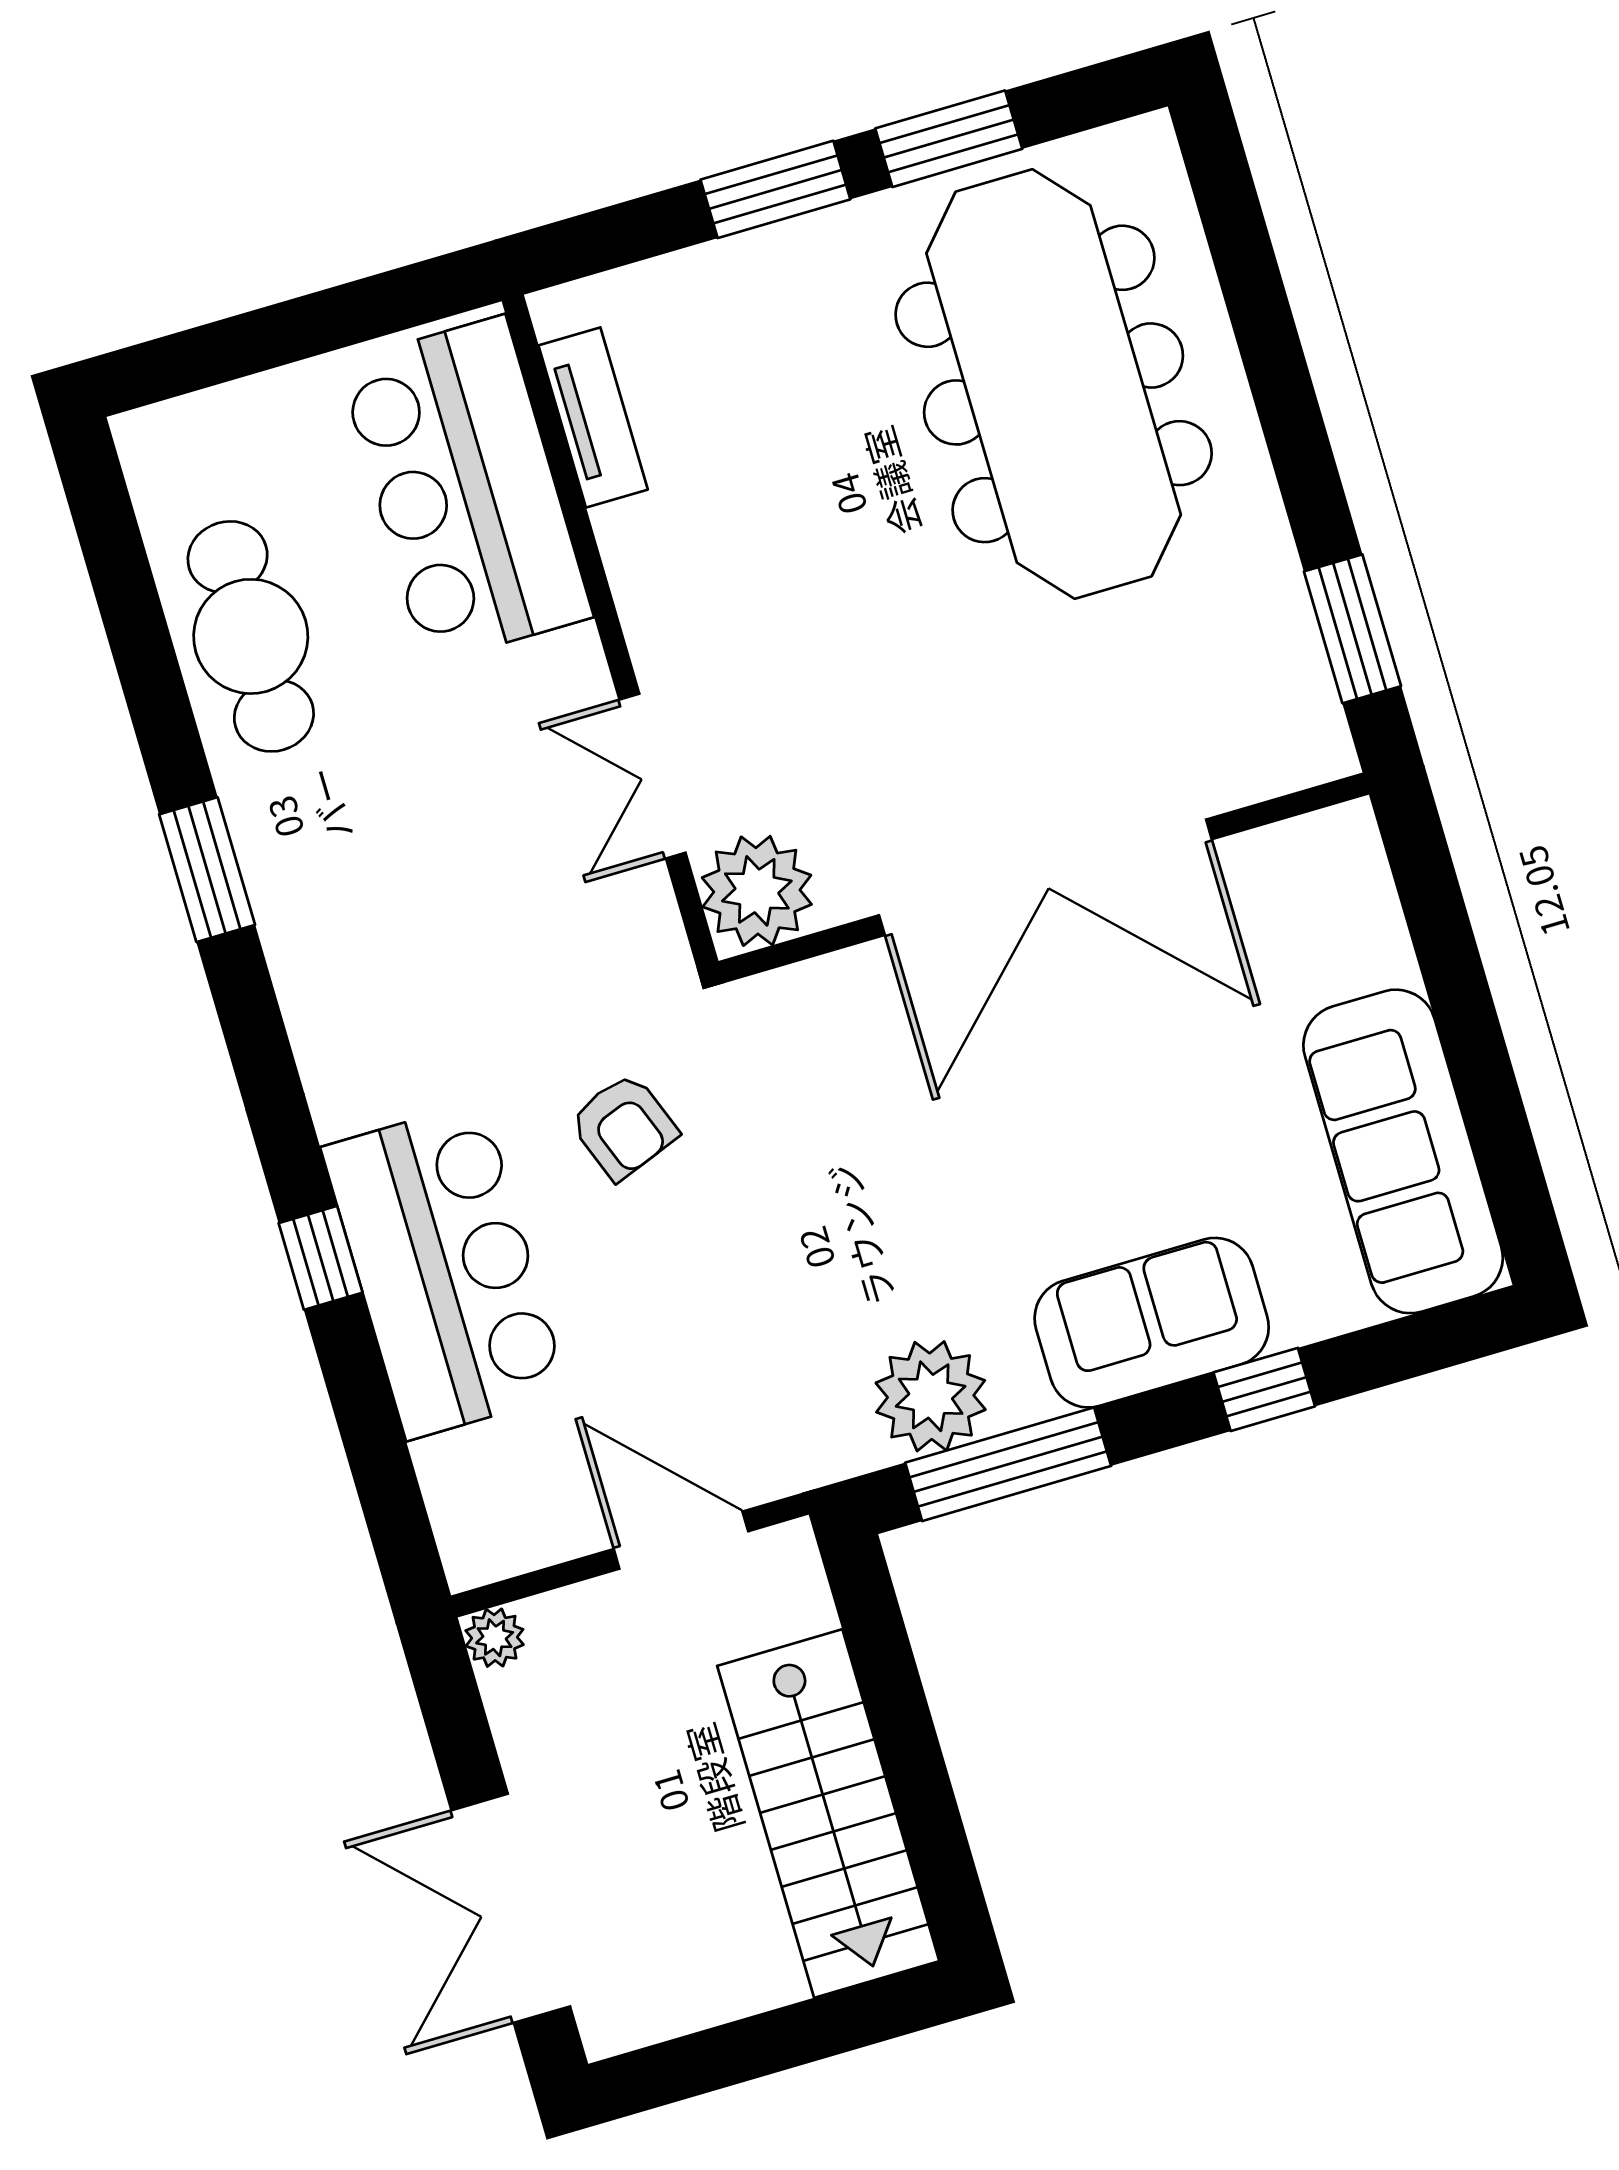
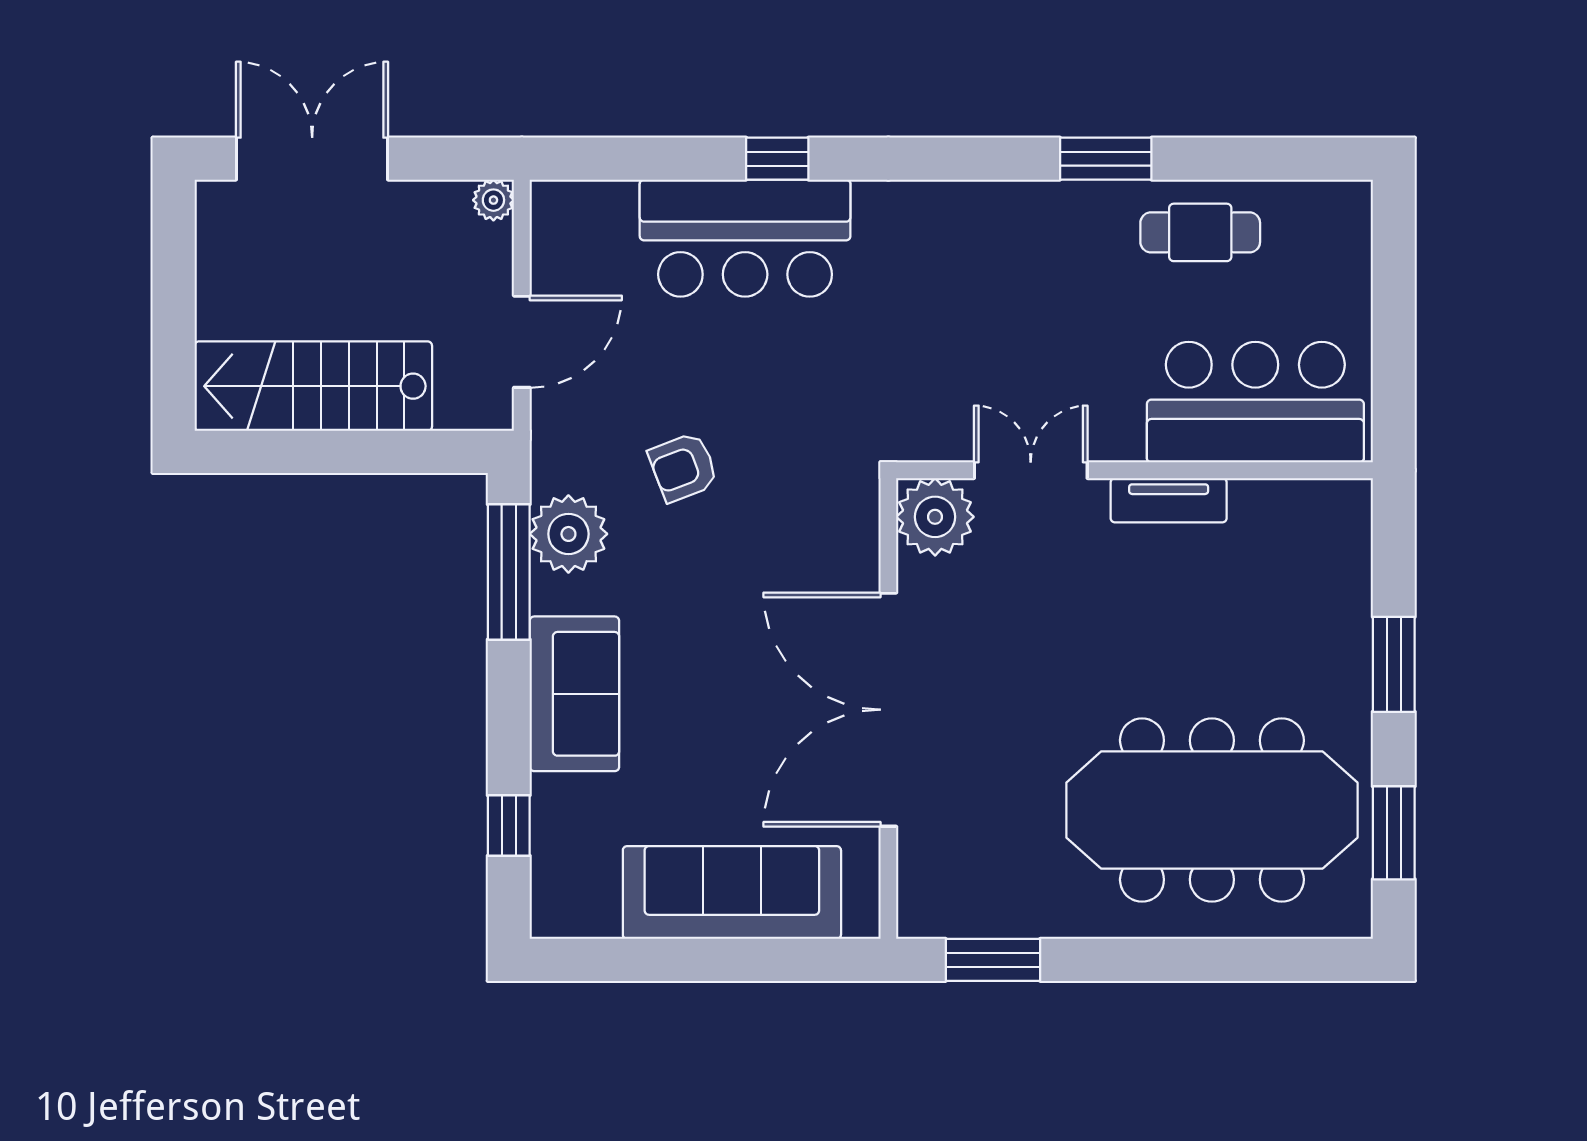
window: (949, 139) -> (1394, 833), moved
tv unit: (593, 417) -> (1169, 500), moved
cafe table: (251, 636) -> (1200, 232), width x0.73, depth x0.74
window: (207, 870) -> (1106, 159), moved
armchair: (624, 1126) -> (683, 467), moved
sofa: (1403, 1151) -> (732, 893), moved
window: (1264, 1389) -> (509, 826), moved

